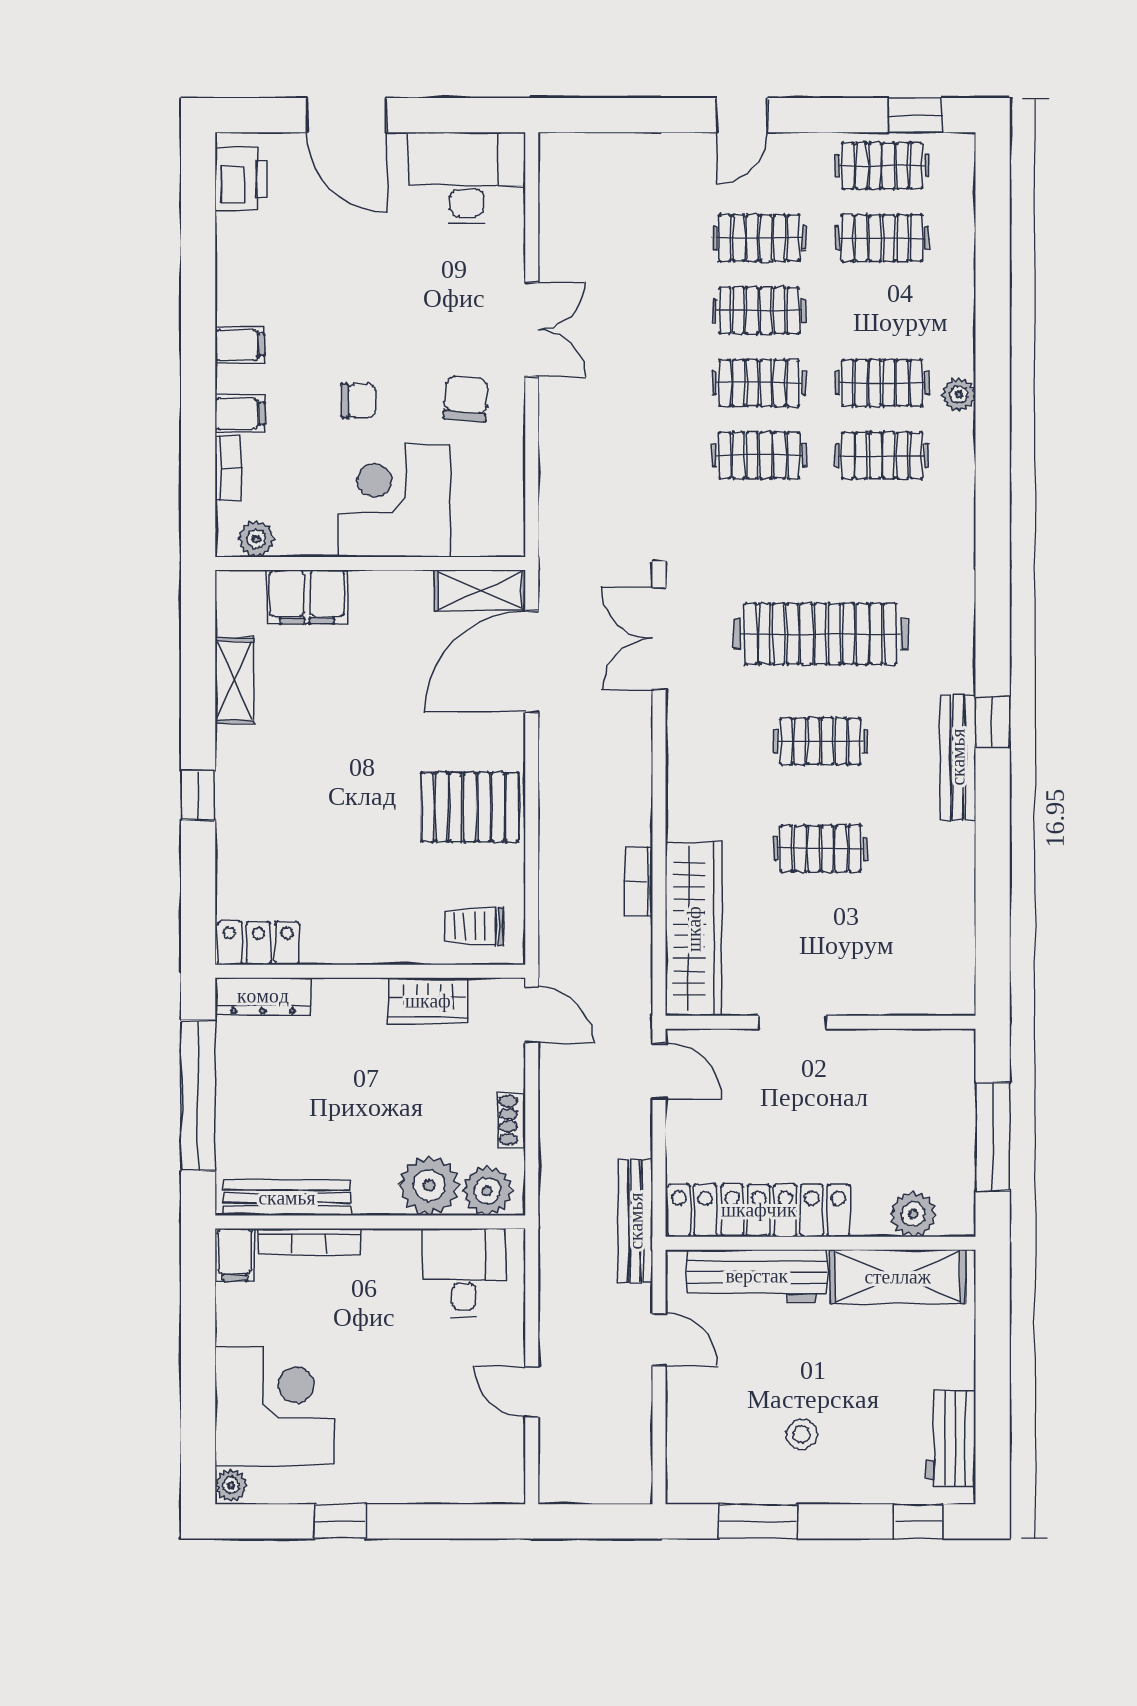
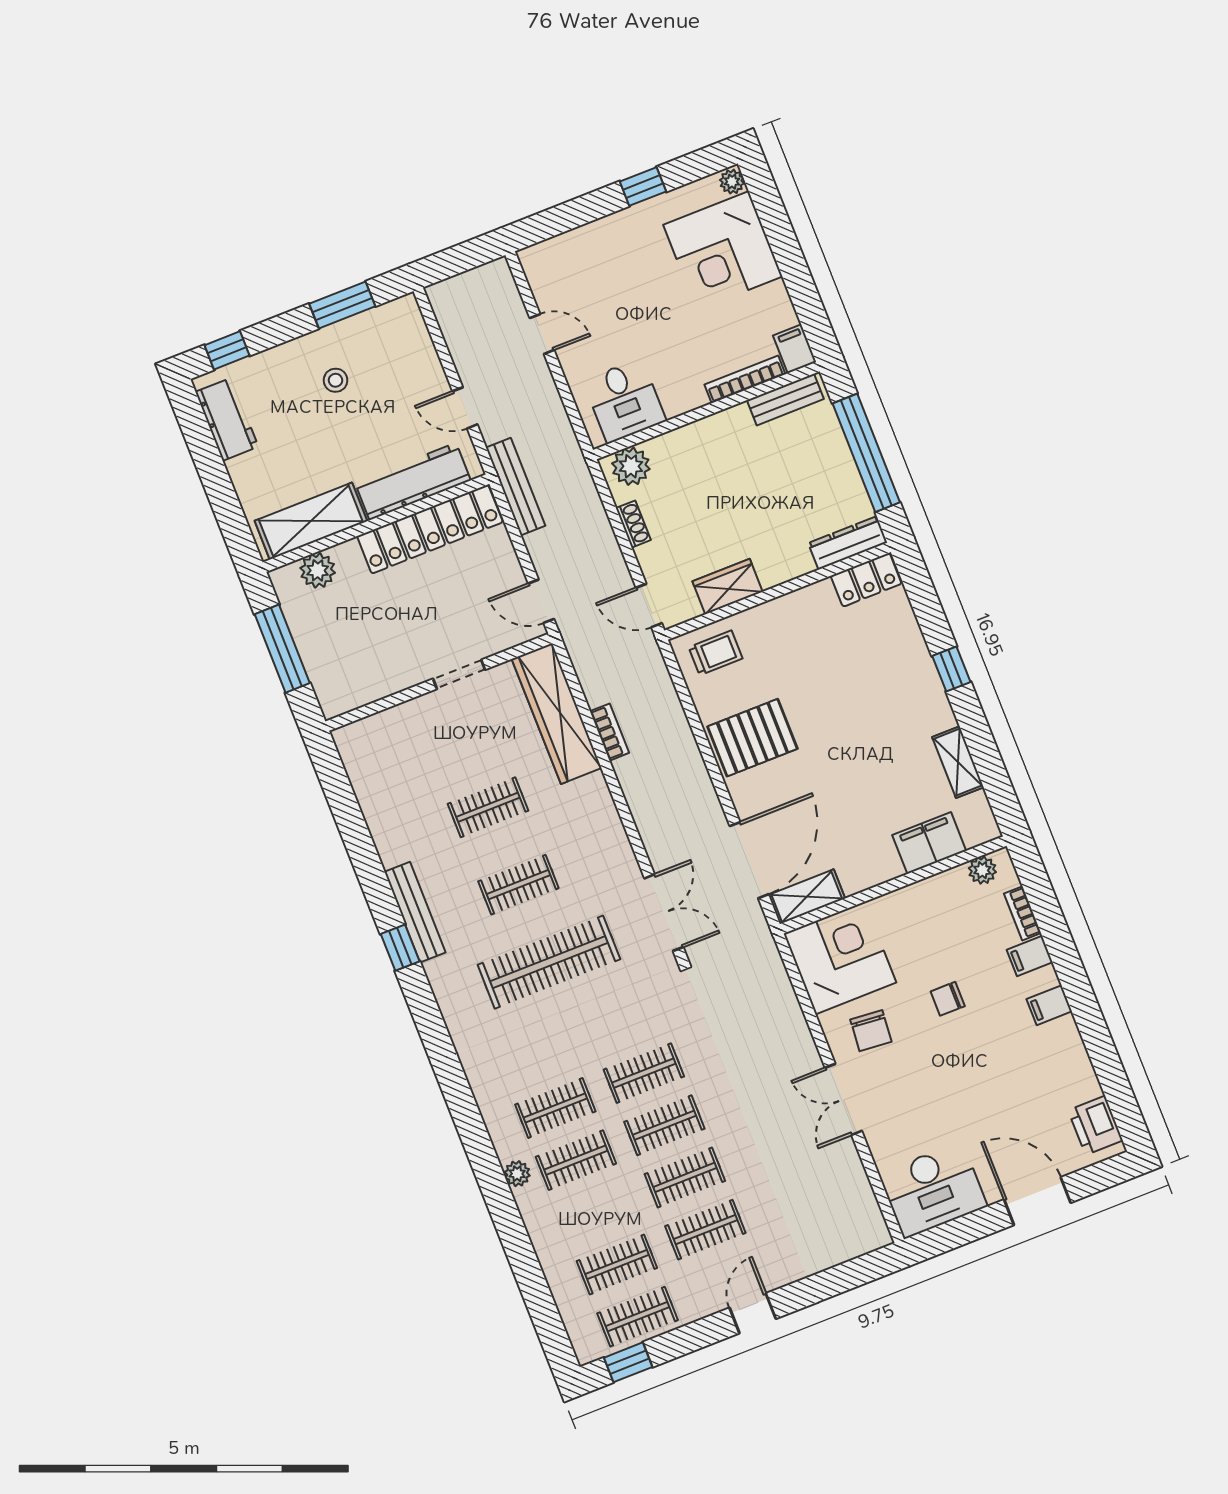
corner desk: (395, 501) -> (840, 958), moved, turned -90
plant: (429, 1185) -> (674, 454), removed
bench: (287, 1198) -> (785, 400), width x0.73

